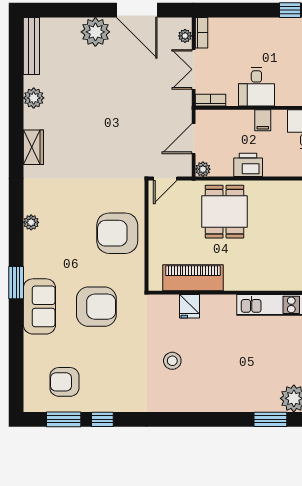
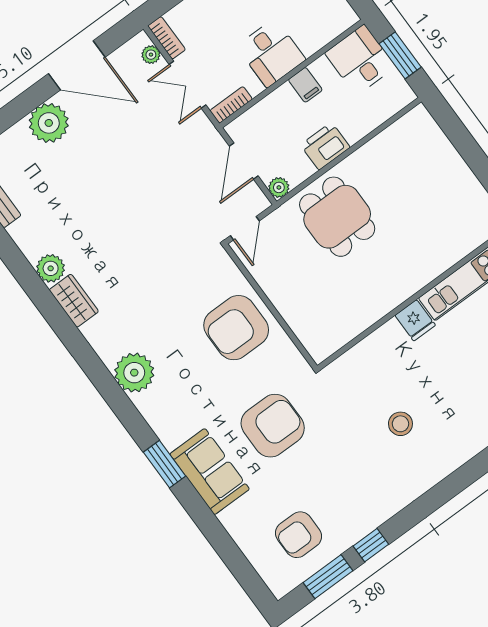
plant: (34, 98) -> (51, 268), moved
plant: (31, 222) -> (134, 373), width x1.88, depth x1.88
piano: (193, 278) -> (356, 315), removed
fridge: (189, 306) -> (415, 320), moved

